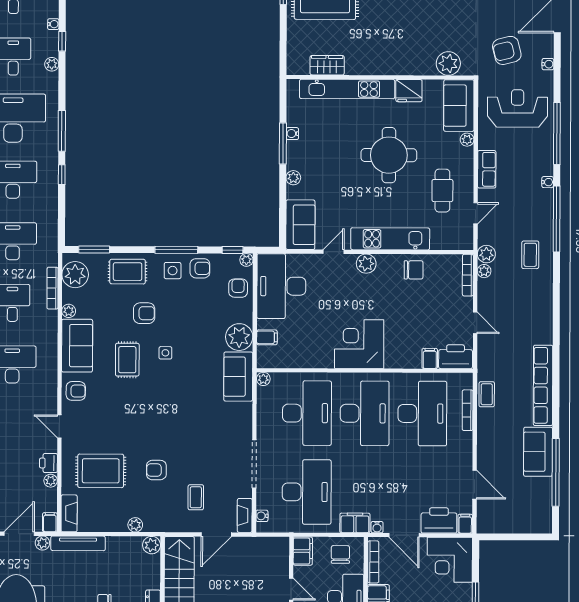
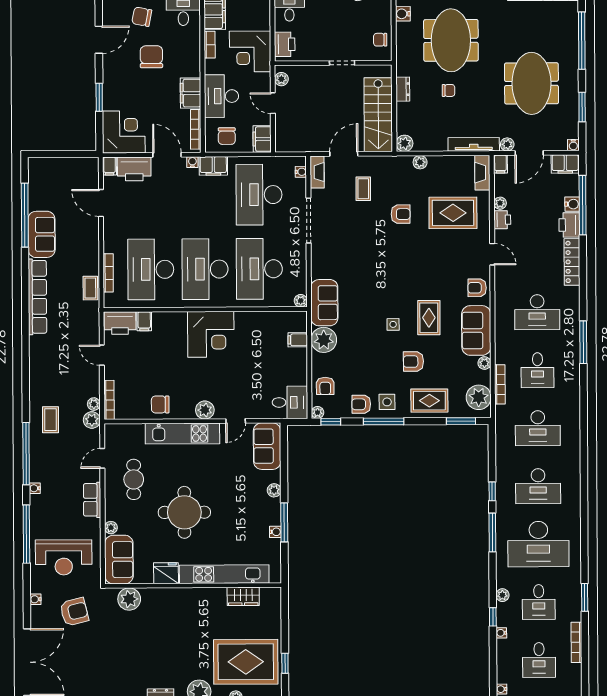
desk: (281, 286) -> (290, 402), width x0.53, depth x0.77

